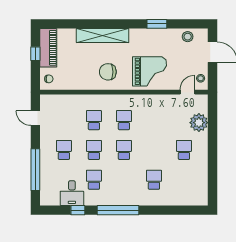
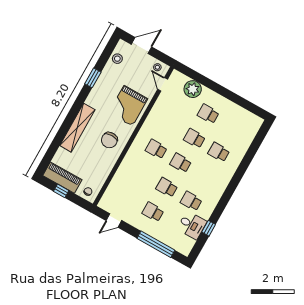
grand piano: (150, 71) -> (128, 106), turned 180
school desk: (94, 120) -> (194, 138), moved
window: (118, 210) -> (227, 195), removed

